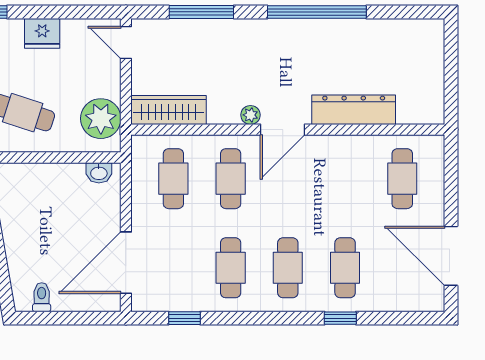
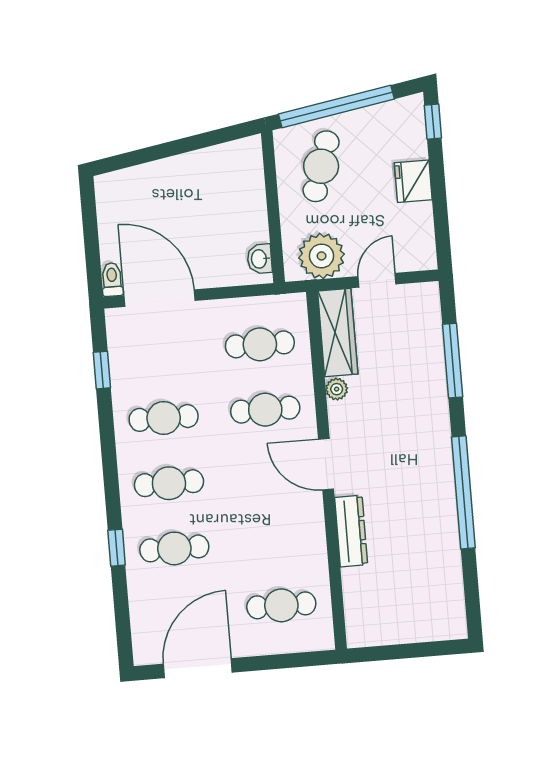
door: (126, 42) -> (377, 280), moved
dresser: (354, 110) -> (351, 531), width x0.73, depth x0.80
plant: (250, 115) -> (337, 389), moved
toilet: (42, 297) -> (112, 279), moved, turned -90

